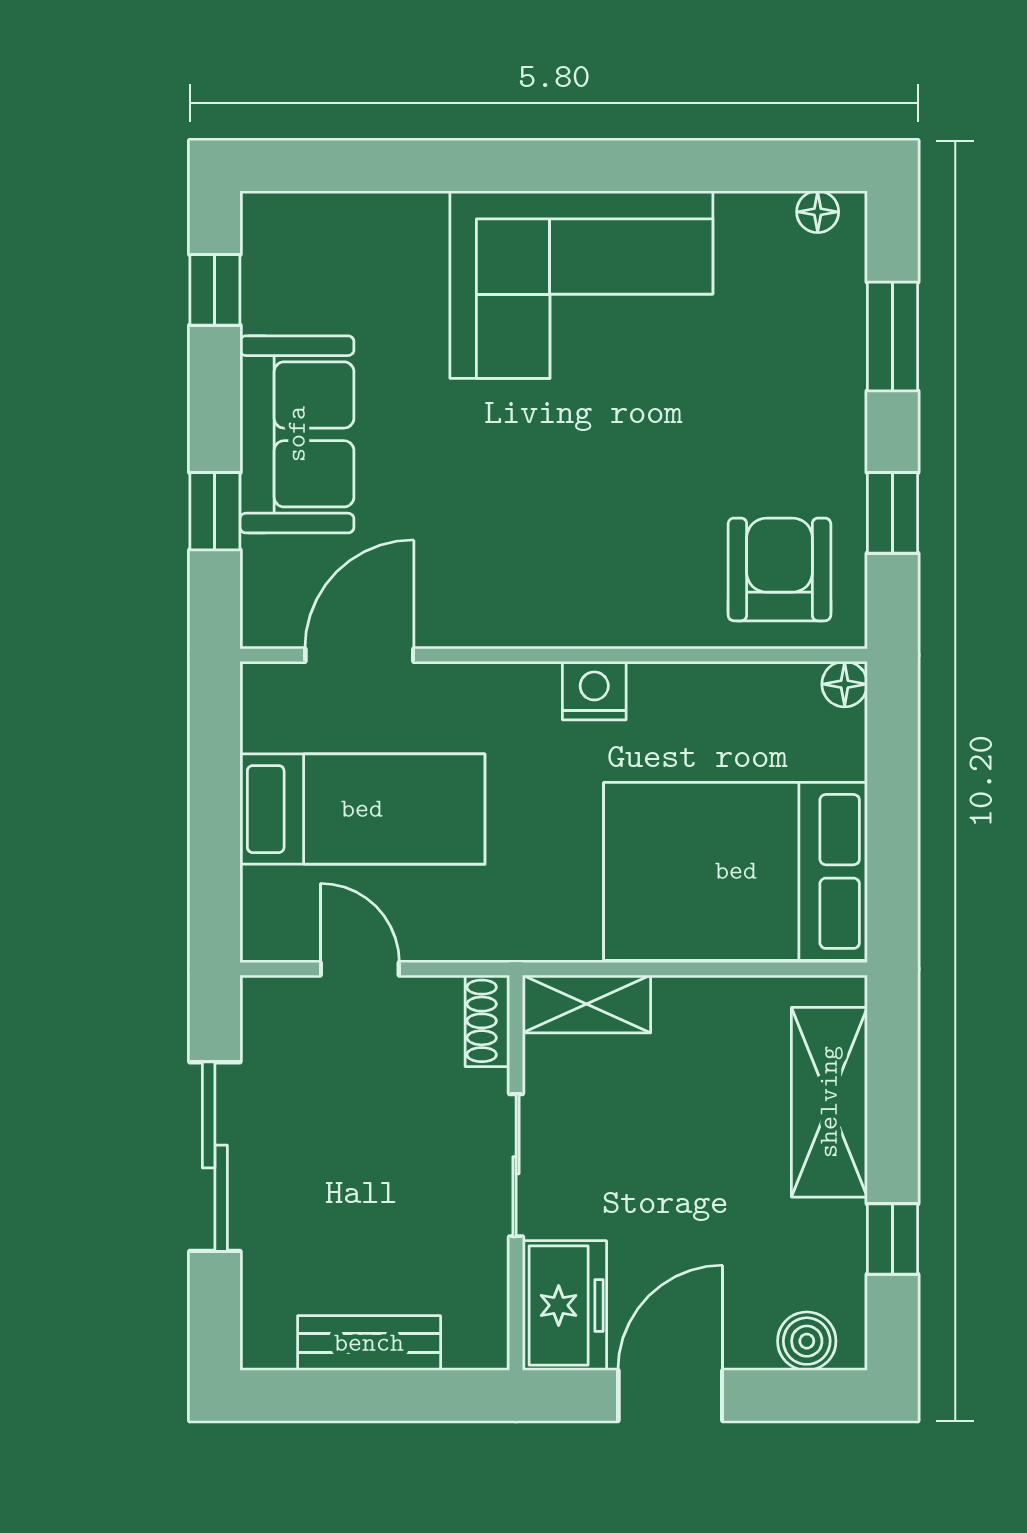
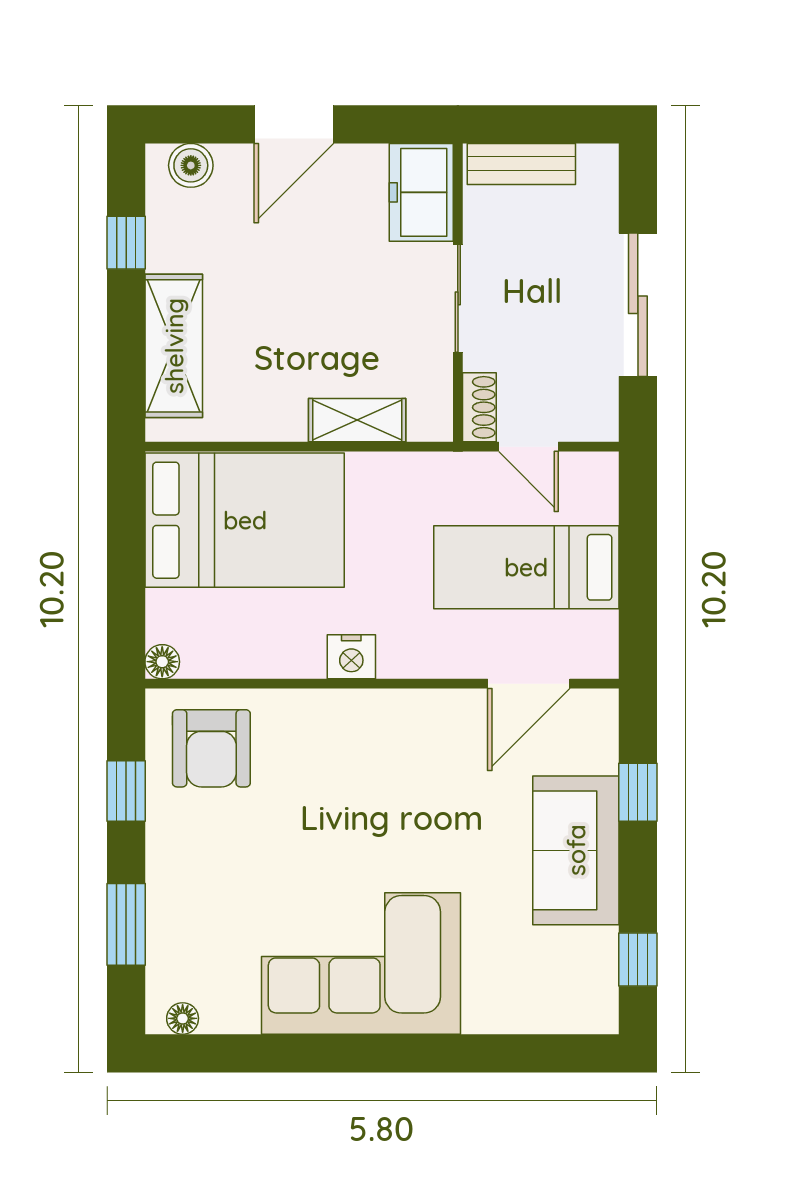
shoe rack: (487, 1021) -> (479, 407), moved
sliding door: (516, 1165) -> (458, 298), moved
wall: (516, 1173) -> (458, 293), moved
freezer: (564, 1305) -> (421, 192), moved

